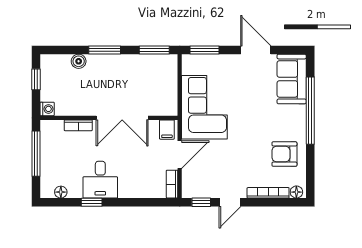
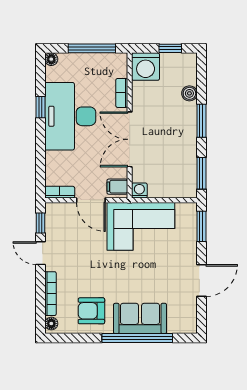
sofa: (292, 79) -> (140, 318), moved
washing machine: (47, 109) -> (146, 67), width x1.89, depth x1.89
washing machine: (170, 109) -> (139, 190), added
armchair: (284, 154) -> (91, 311), turned -90
desk: (100, 180) -> (70, 116), width x1.87, depth x1.30
floor lamp: (61, 192) -> (51, 59), moved

